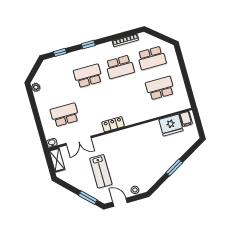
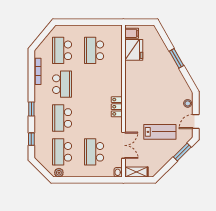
school desk: (152, 58) -> (62, 50), turned 180
school desk: (56, 85) -> (62, 152), added

